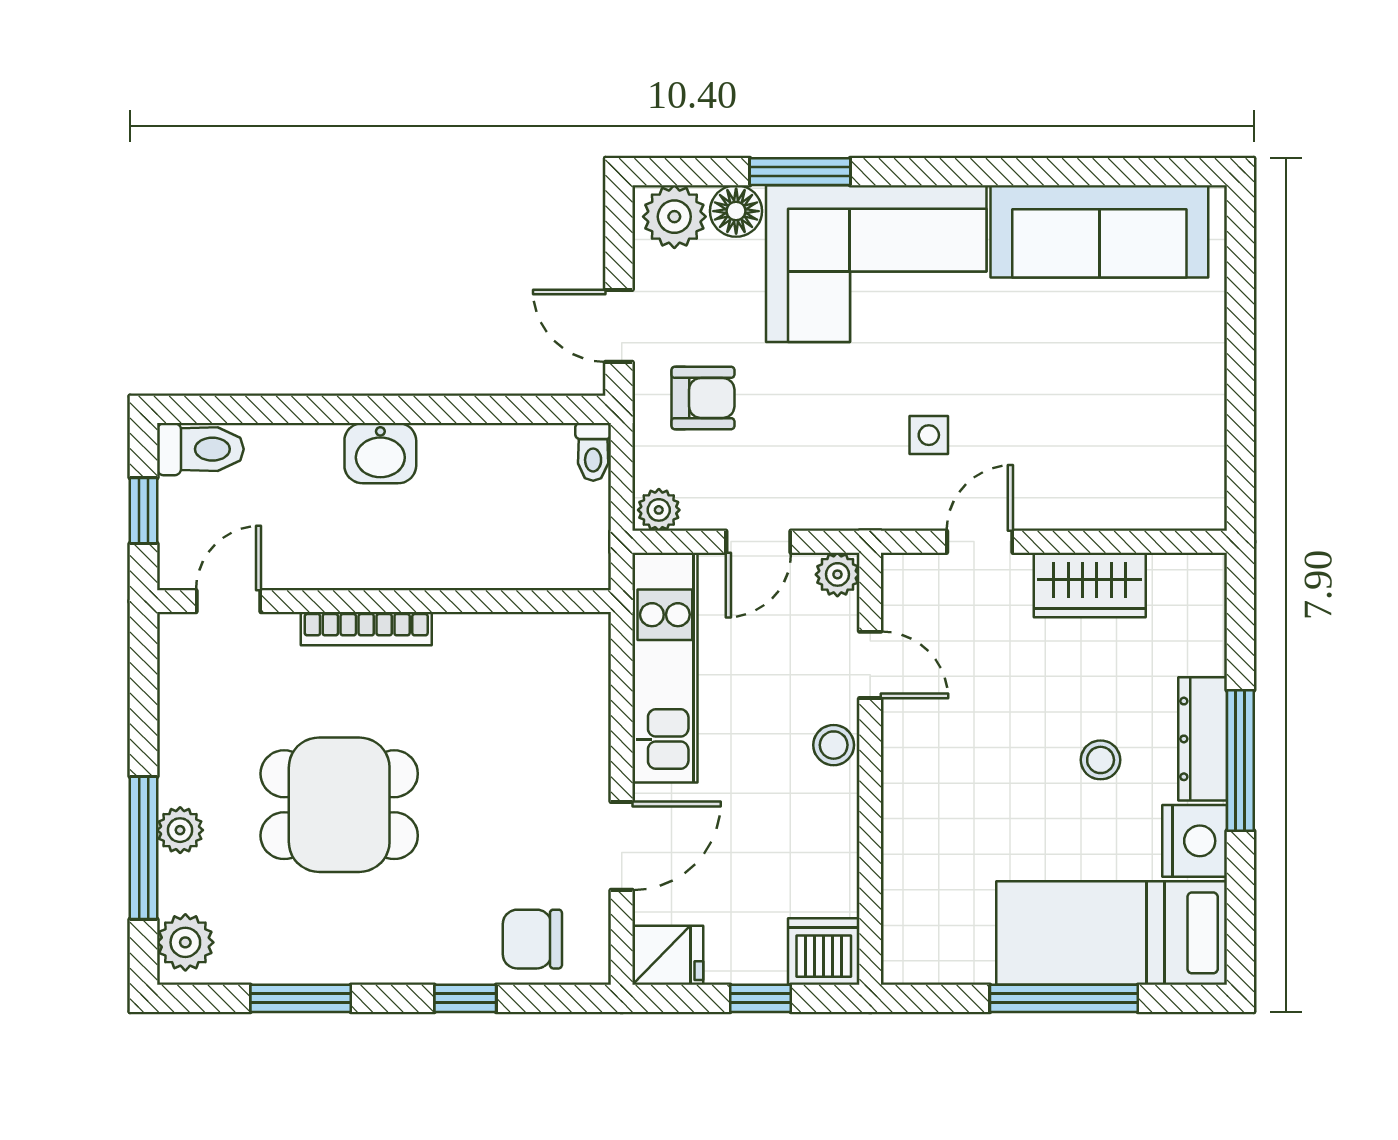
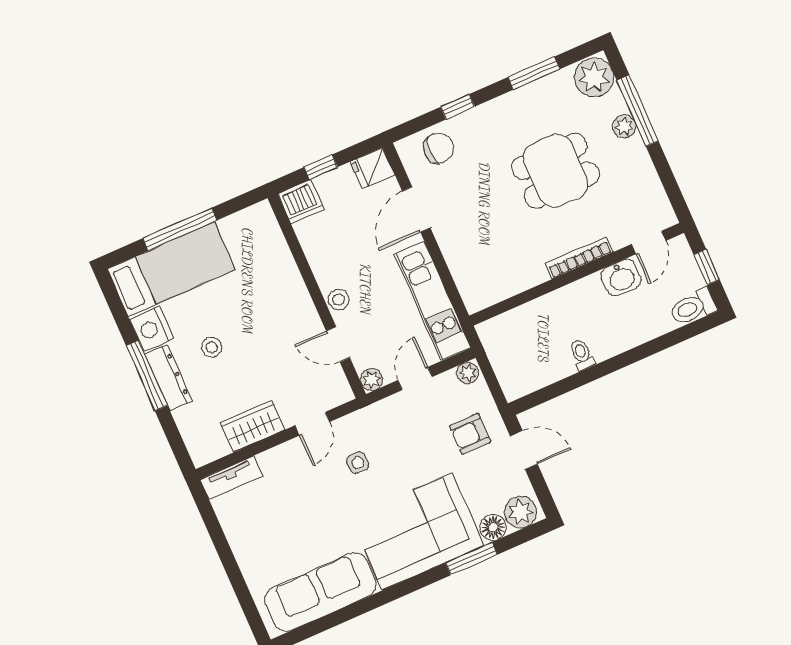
toilet: (593, 452) -> (582, 355), moved
washbasin: (380, 453) -> (621, 277), moved, turned 180
tv unit: (1169, 509) -> (232, 478), added
plant: (185, 942) -> (594, 78), width x1.36, depth x1.36

